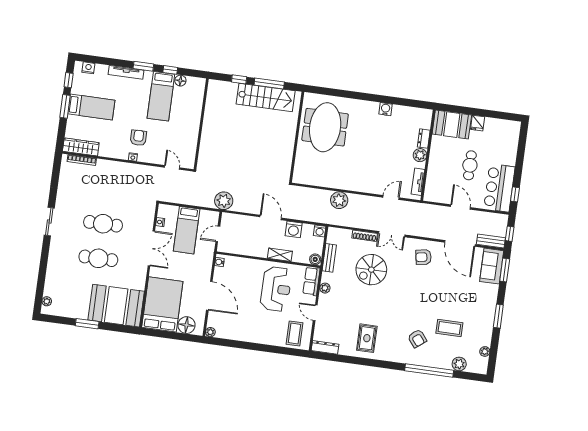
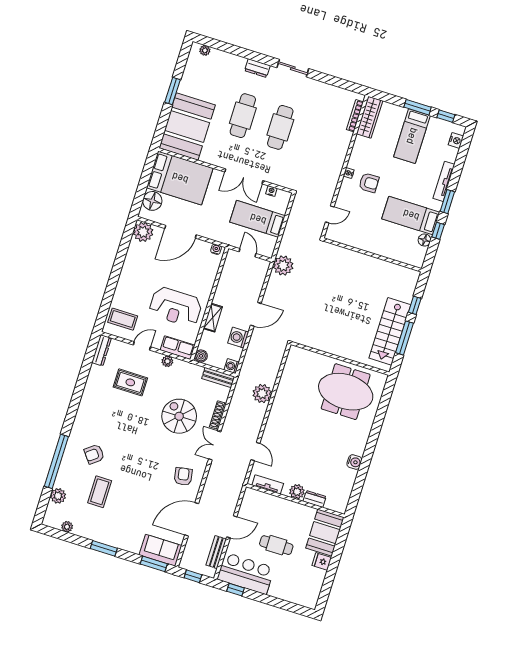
bench: (491, 241) -> (216, 552), moved
dresser: (54, 253) -> (257, 68), added
bench: (329, 258) -> (218, 378), moved
plant: (210, 332) -> (143, 232), width x1.88, depth x1.88
rug: (367, 338) -> (130, 382), moved

